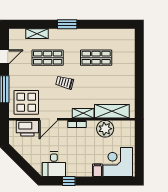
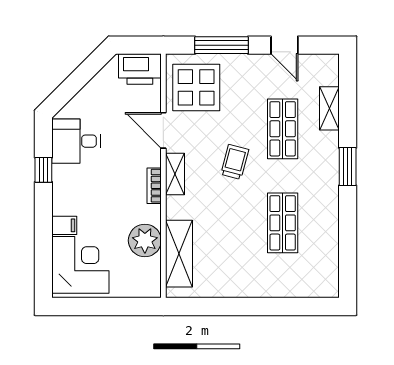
shelving: (83, 113) -> (175, 174), moved
printer: (27, 128) -> (140, 69), moved, turned -90

